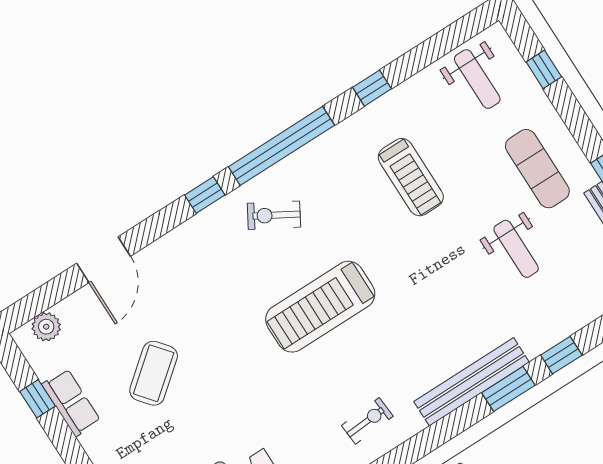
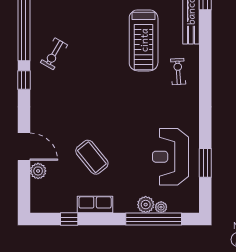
treadmill: (320, 307) -> (144, 40), moved
plant: (46, 327) -> (38, 171), moved
row of seats: (71, 403) -> (95, 204), moved

